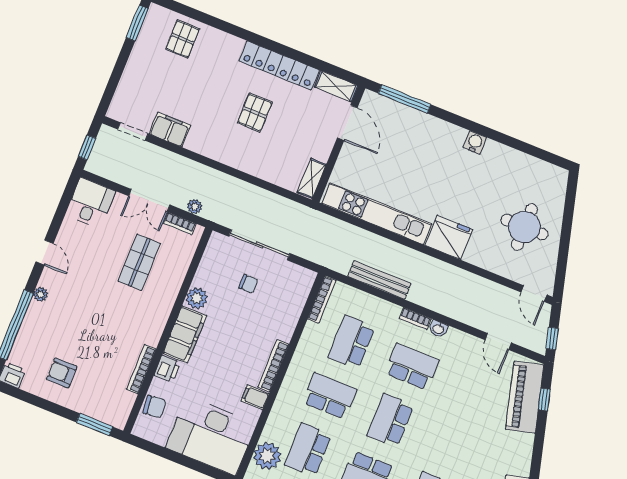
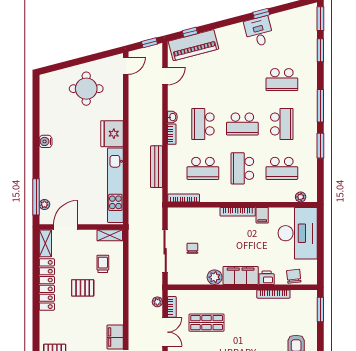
plant: (390, 106) -> (44, 204), added
trolley: (276, 153) -> (103, 264), added
plant: (267, 456) -> (301, 197), width x0.53, depth x0.53

